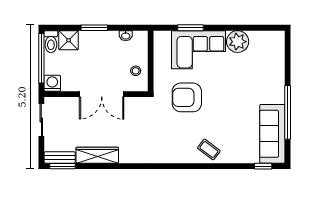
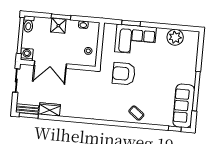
shower: (69, 40) -> (58, 26), moved
plant: (238, 42) -> (175, 37), moved
double door: (102, 94) -> (50, 65), moved
wardrobe: (97, 155) -> (50, 109), width x0.67

